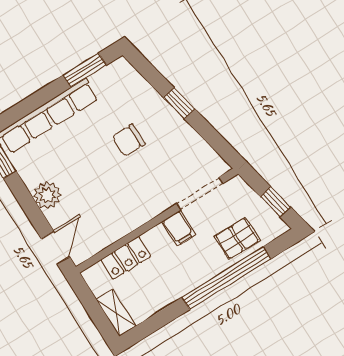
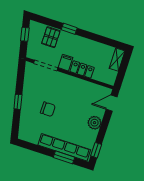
window: (85, 70) -> (64, 157), moved
pallet: (237, 238) -> (51, 37), turned 90
locker: (126, 258) -> (82, 69), moved
window: (226, 278) -> (69, 29), width x0.32

